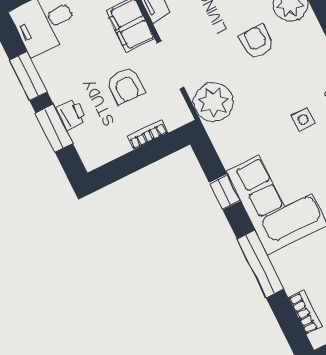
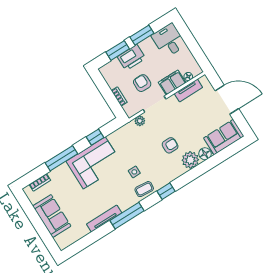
armchair: (125, 85) -> (142, 83), turned 90
plant: (213, 102) -> (140, 121), width x0.53, depth x0.53
printer: (71, 114) -> (131, 58), width x1.87, depth x1.48

